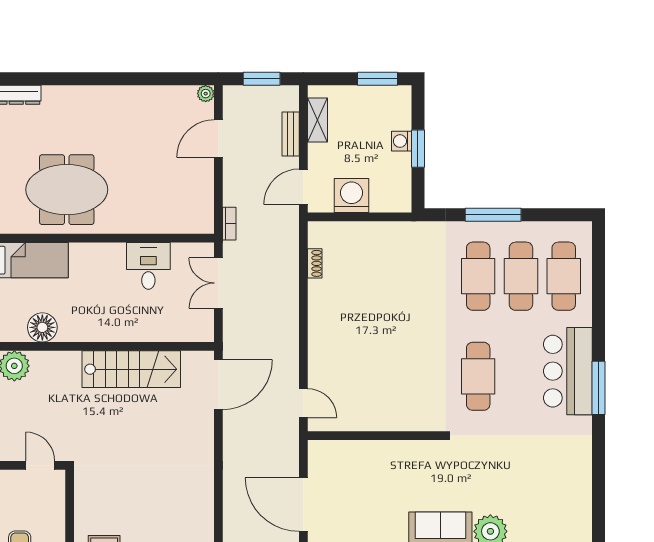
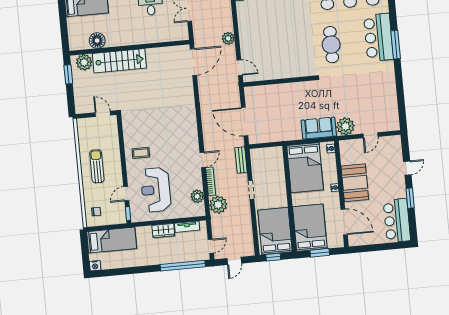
plant: (287, 347) -> (228, 38), added
stairs: (131, 369) -> (119, 61), moved

